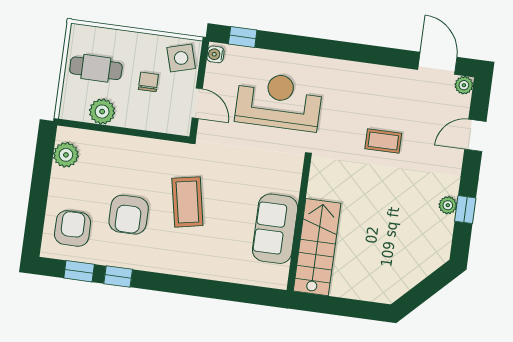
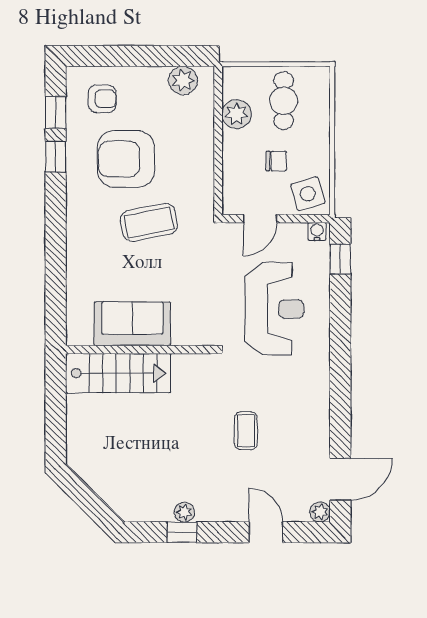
armchair: (129, 215) -> (126, 159), width x1.36, depth x1.36
armchair: (73, 228) -> (102, 99), width x0.72, depth x0.72

